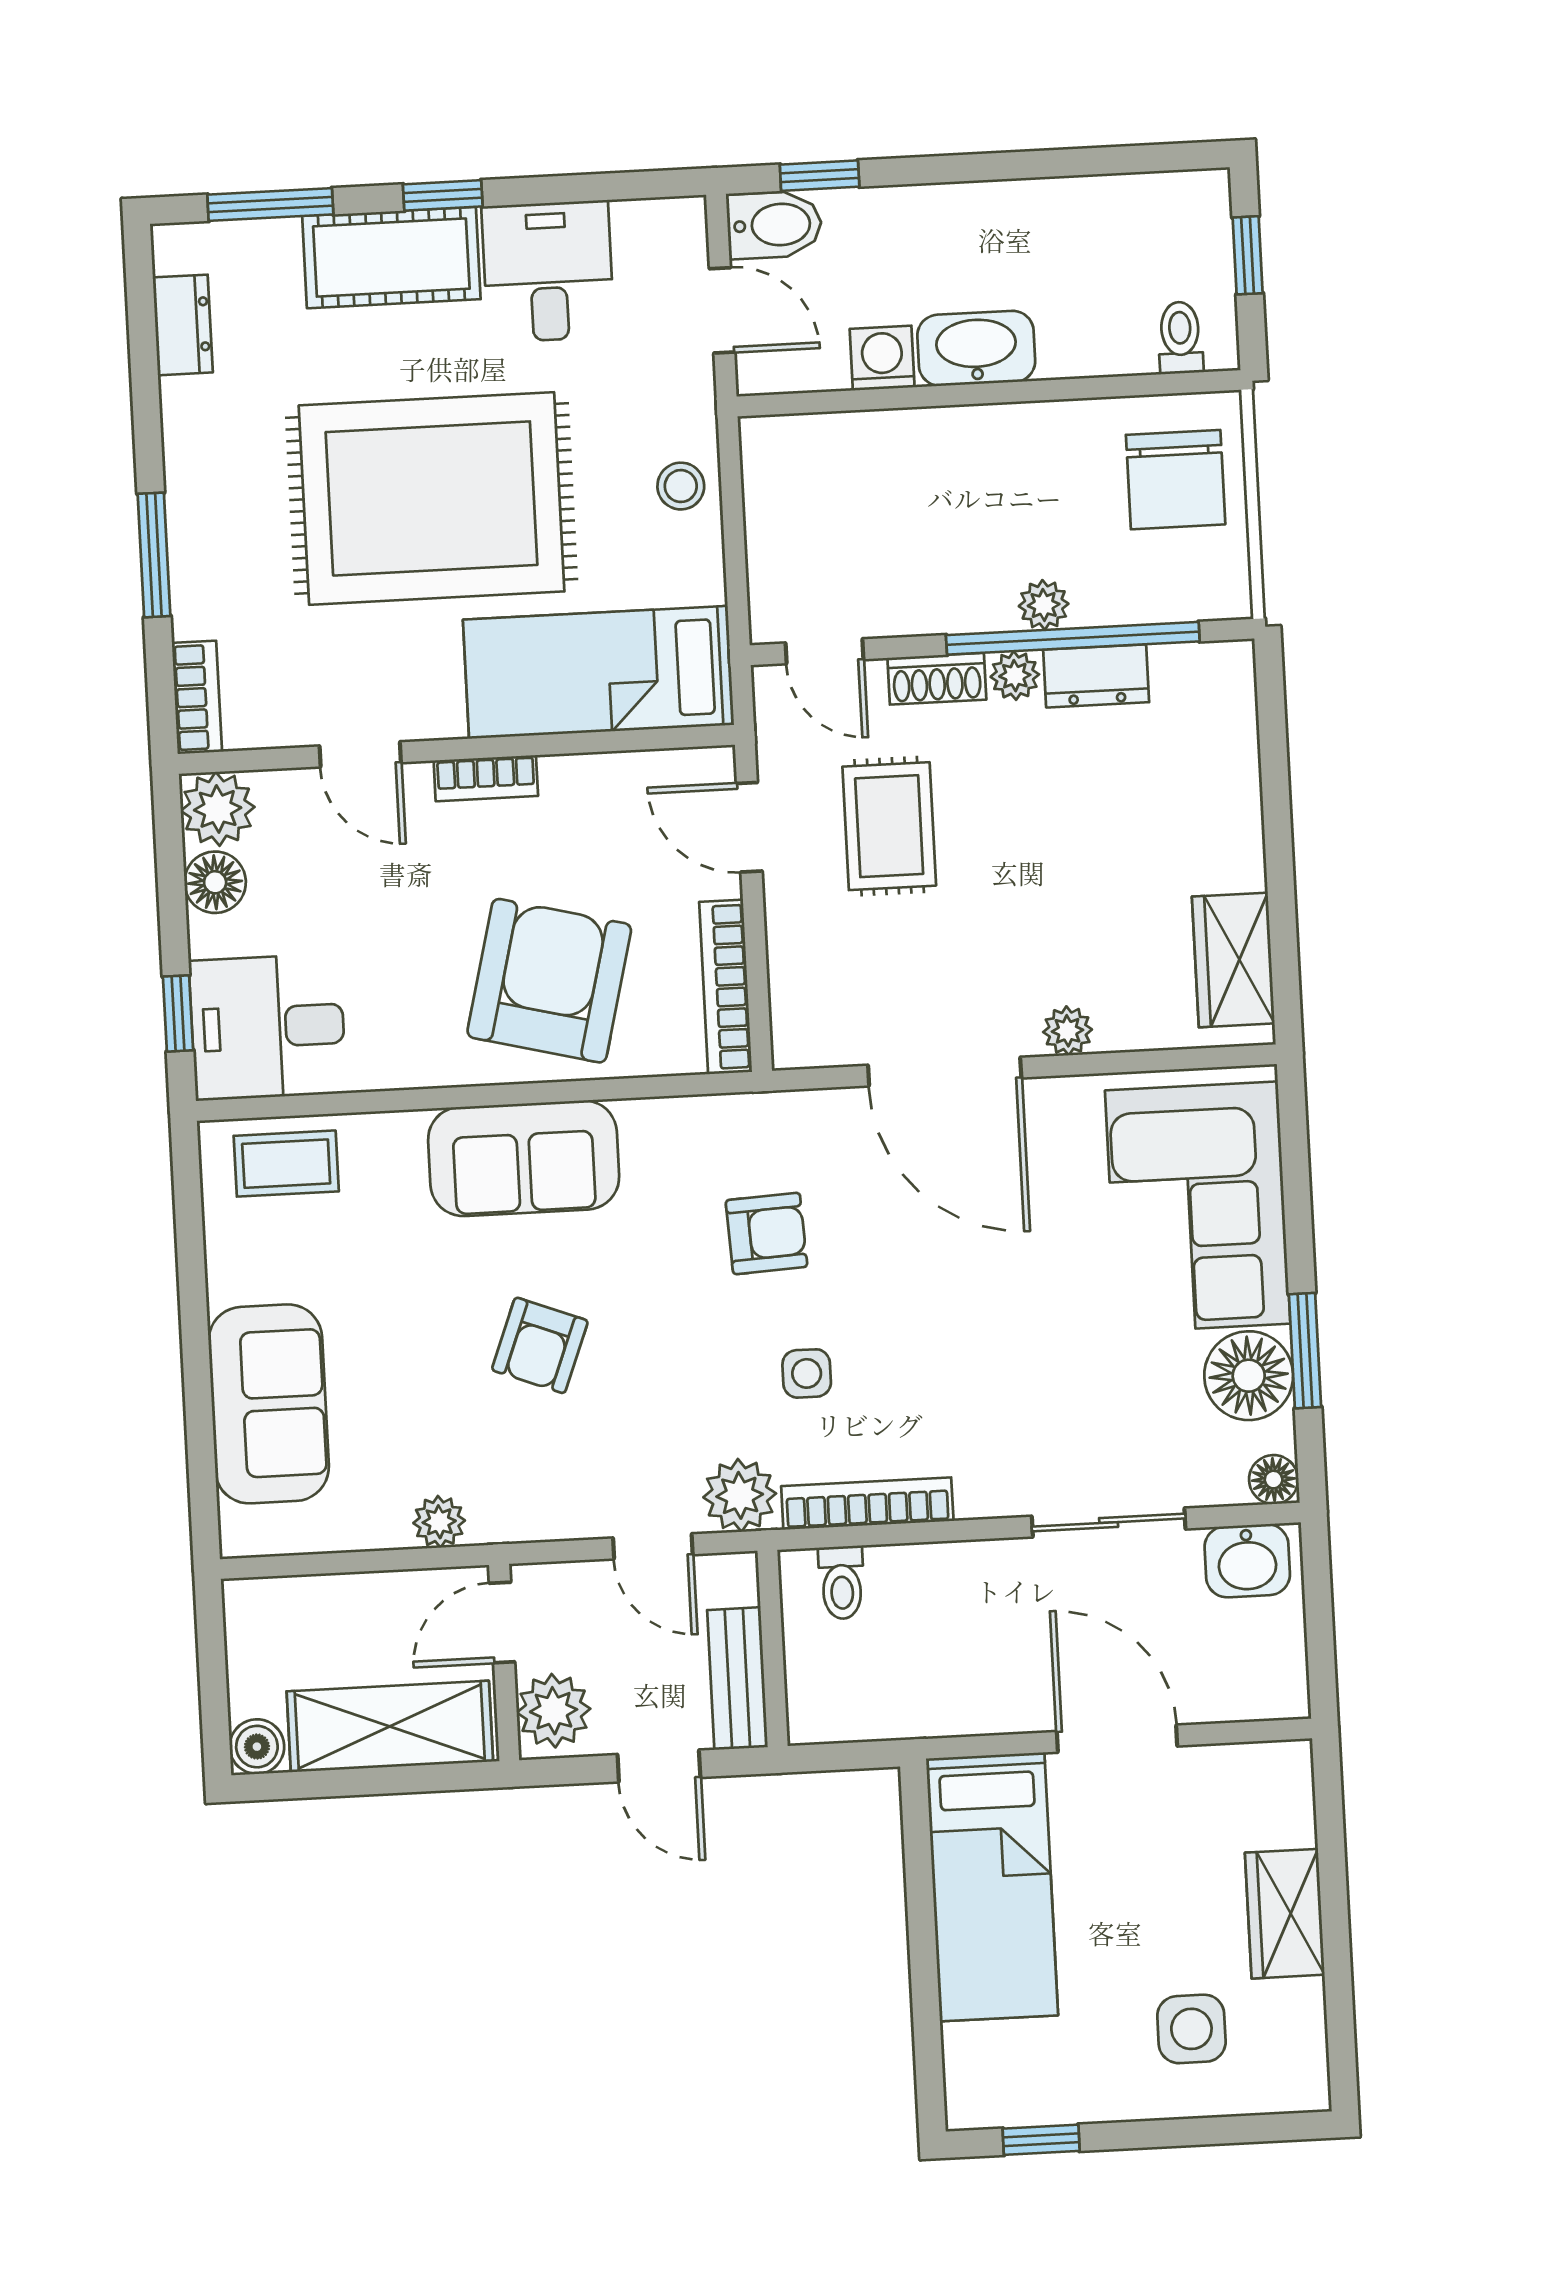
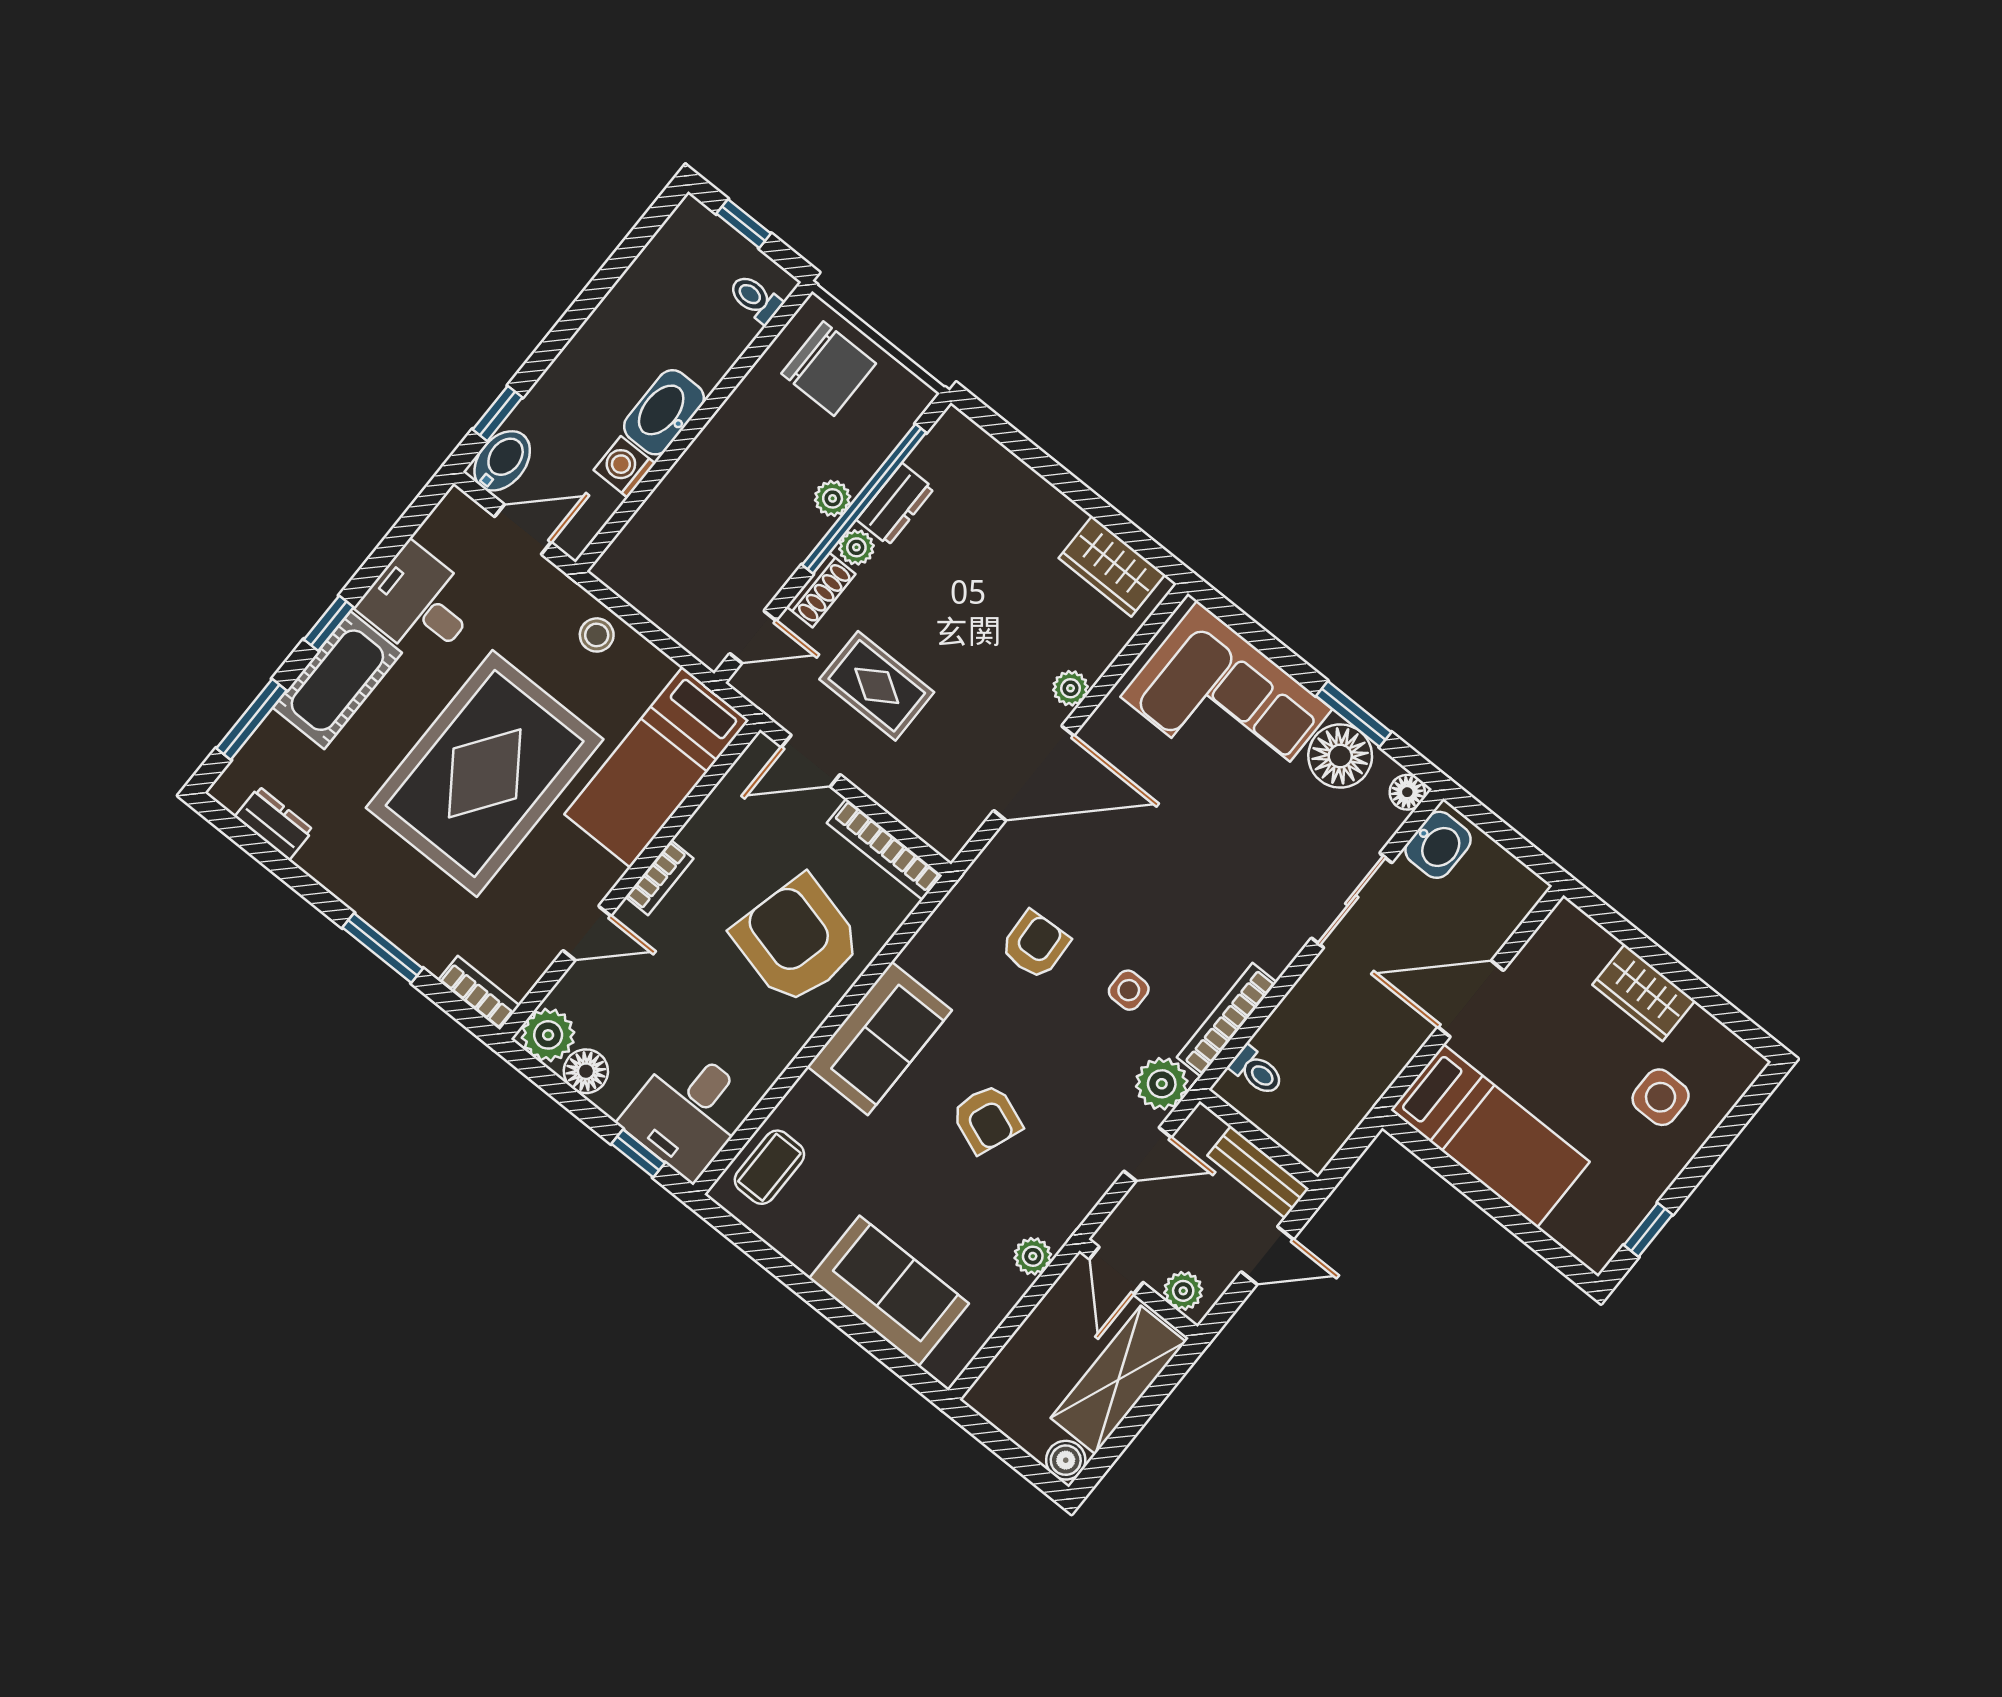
plant: (554, 1711) -> (1183, 1291), width x0.73, depth x0.73

